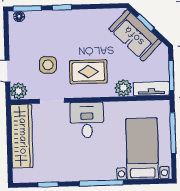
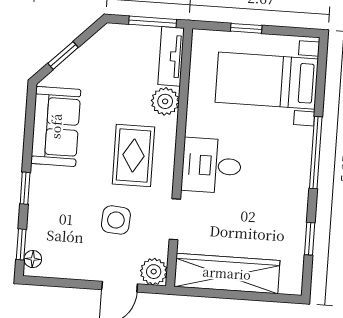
window: (27, 8) -> (21, 244), width x0.67
sofa: (135, 35) -> (56, 126), moved, turned -45
window: (173, 133) -> (246, 28), width x0.46

